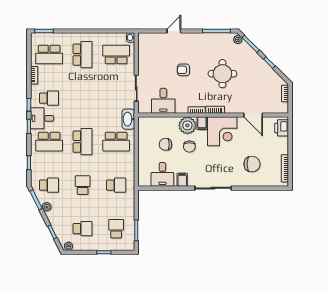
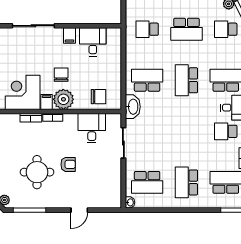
round table: (222, 74) -> (37, 172), moved
chair: (165, 144) -> (99, 97), moved
school desk: (83, 185) -> (186, 29), width x1.85

